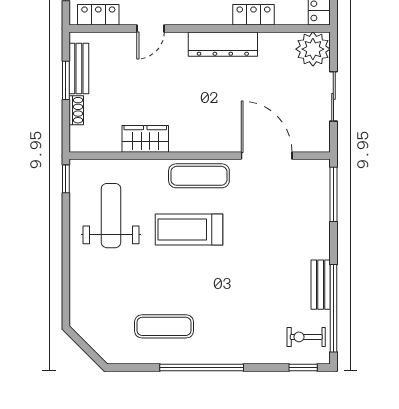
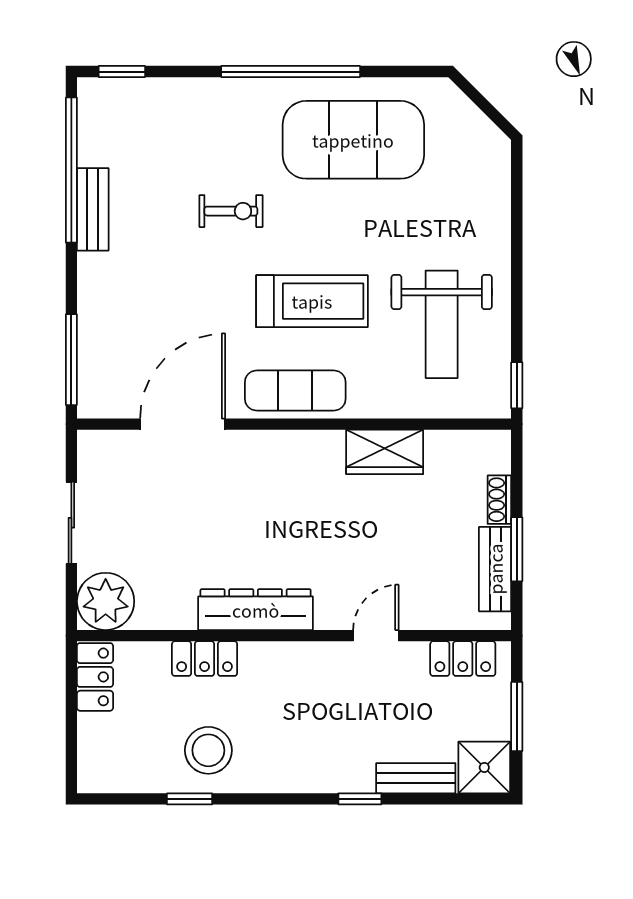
door: (267, 156) -> (183, 424), swing flipped
exercise mat: (164, 326) -> (353, 140), width x2.00, depth x1.45
exercise bike: (306, 337) -> (231, 211), moved

